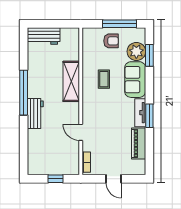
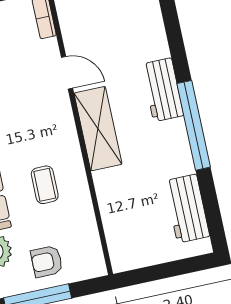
workbench: (44, 36) -> (187, 209), moved, turned -90
shelving: (71, 81) -> (98, 129), moved

